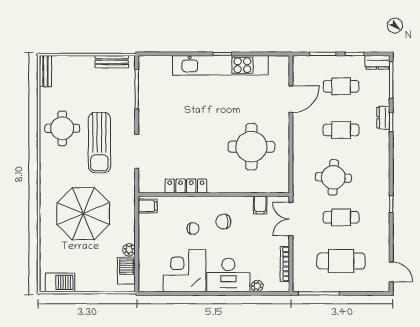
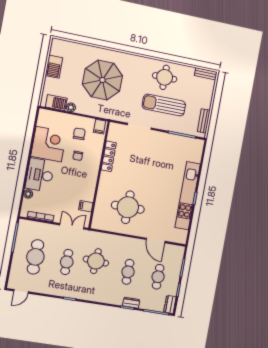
sun lounger: (99, 143) -> (164, 105), moved
chair: (223, 222) -> (79, 134), moved
barbecue: (60, 282) -> (54, 67), moved

